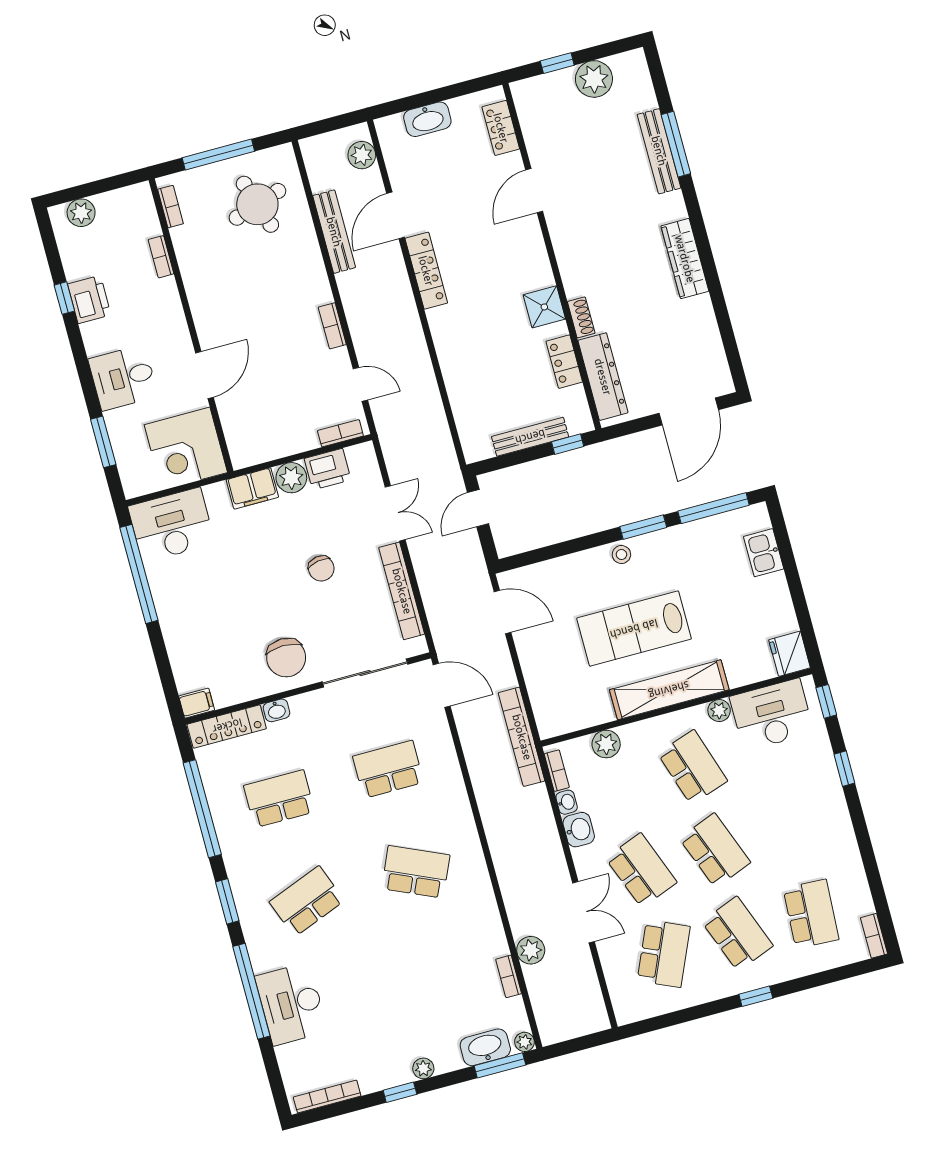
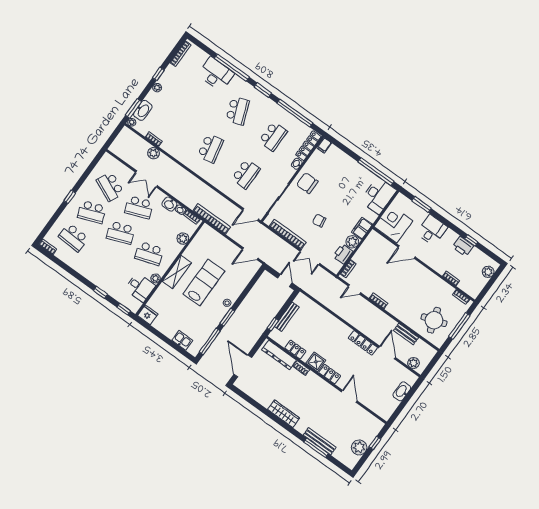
locker: (501, 128) -> (330, 374), moved
bench: (334, 232) -> (406, 334), width x0.73
door: (204, 375) -> (407, 252), hinge flipped
shelving: (669, 690) -> (177, 272), width x0.68
desk: (772, 715) -> (140, 287), width x0.73
school desk: (416, 872) -> (210, 148), turned -36

